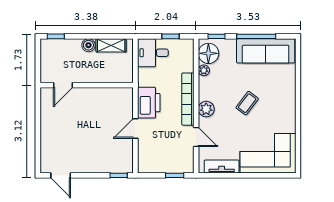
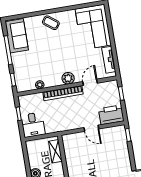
shelving: (111, 45) -> (55, 151), moved
sofa: (266, 51) -> (17, 36), width x0.73
floor lamp: (208, 53) -> (27, 83), removed
printer: (149, 103) -> (111, 115), moved
coffee table: (247, 103) -> (51, 23), moved

